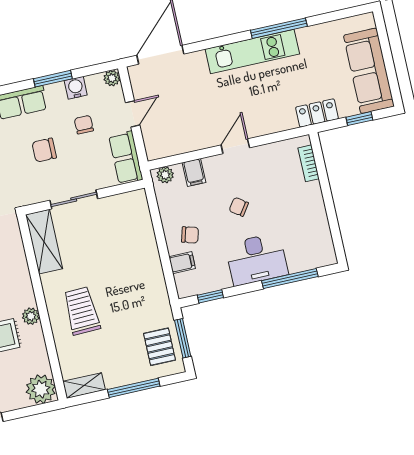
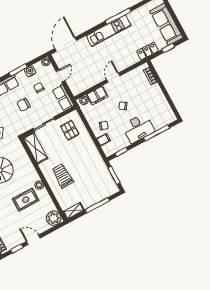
filing cabinet: (194, 172) -> (97, 96), width x2.00
pallet: (159, 347) -> (70, 130), moved

